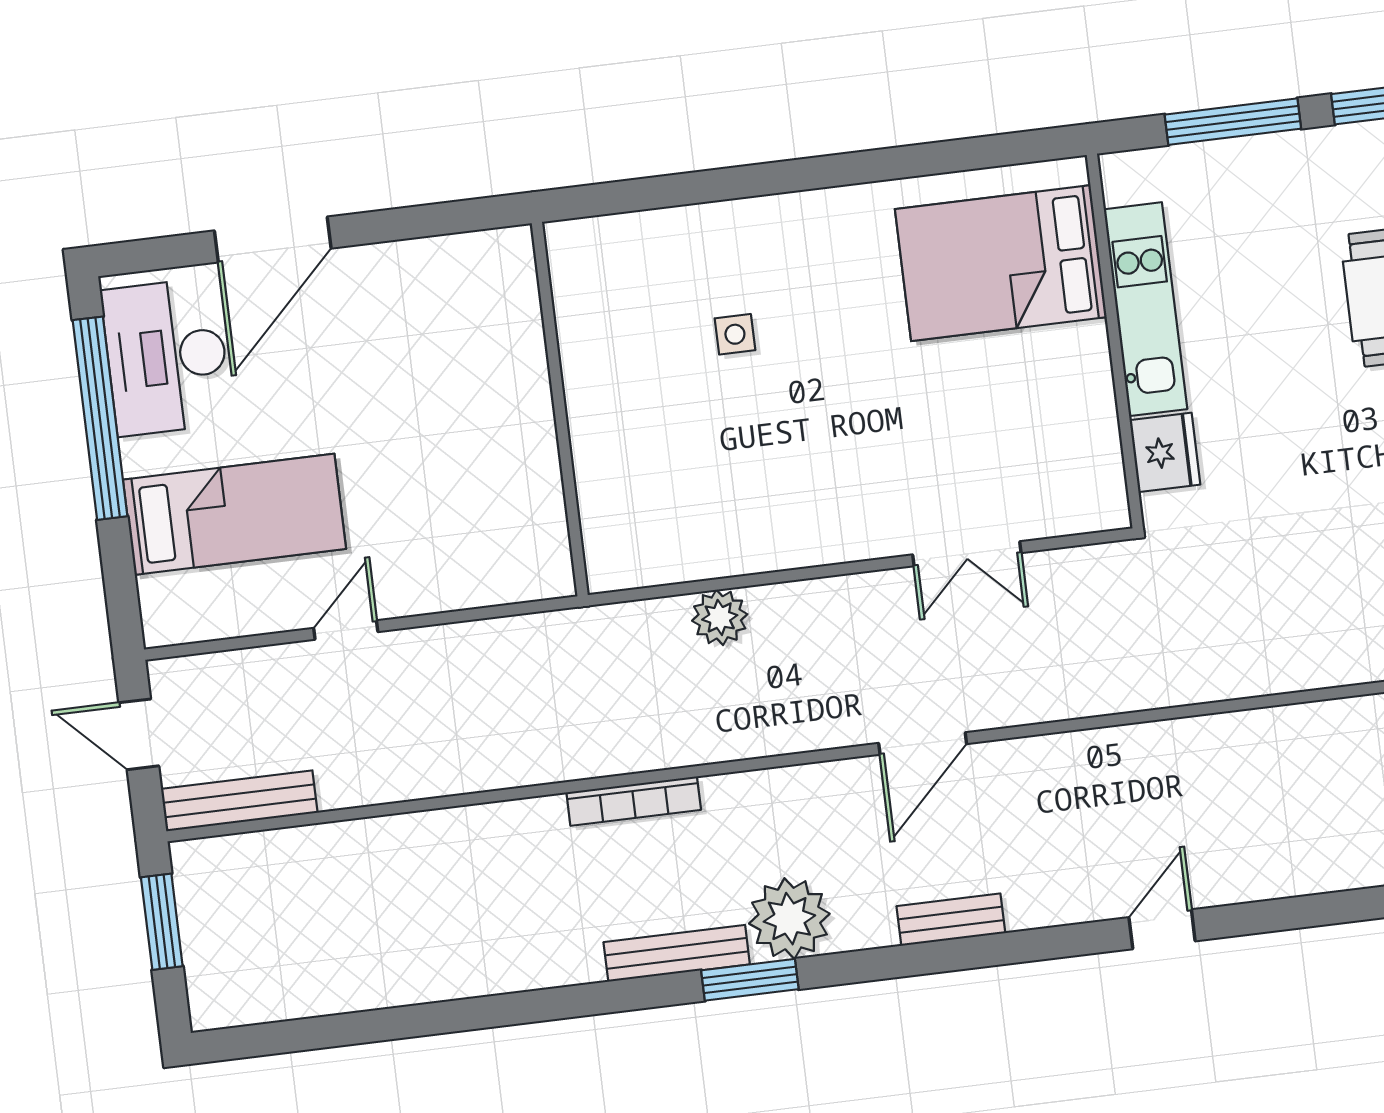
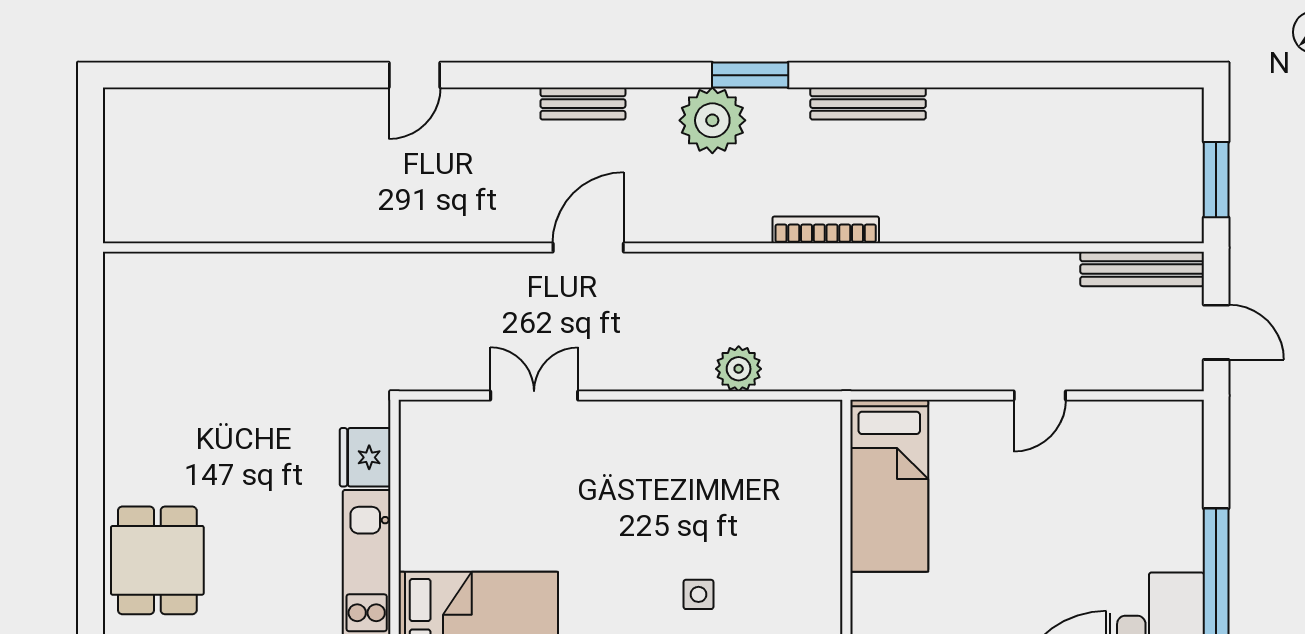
bed: (234, 514) -> (889, 486), moved, turned -90
bench: (677, 953) -> (868, 104), moved

